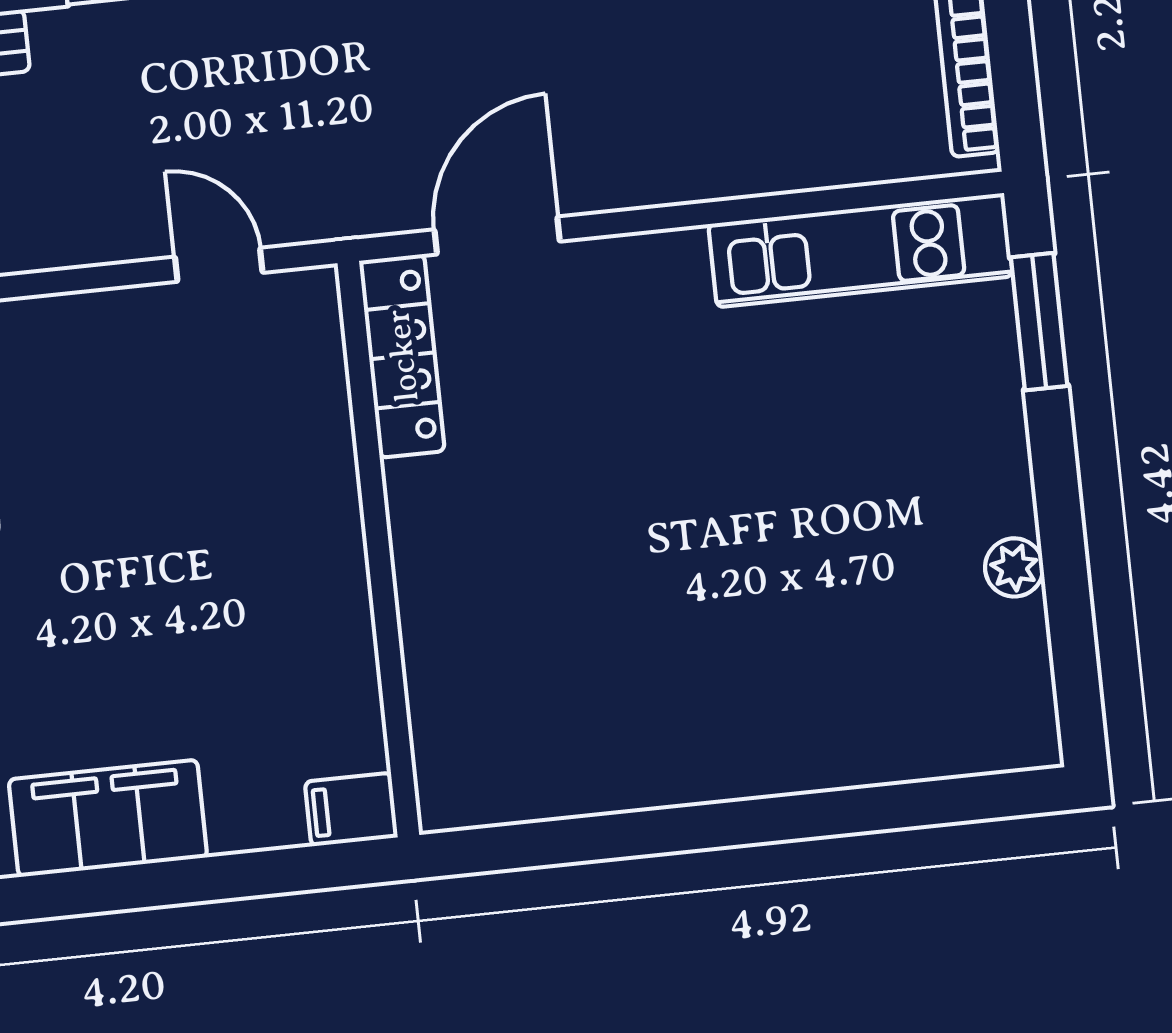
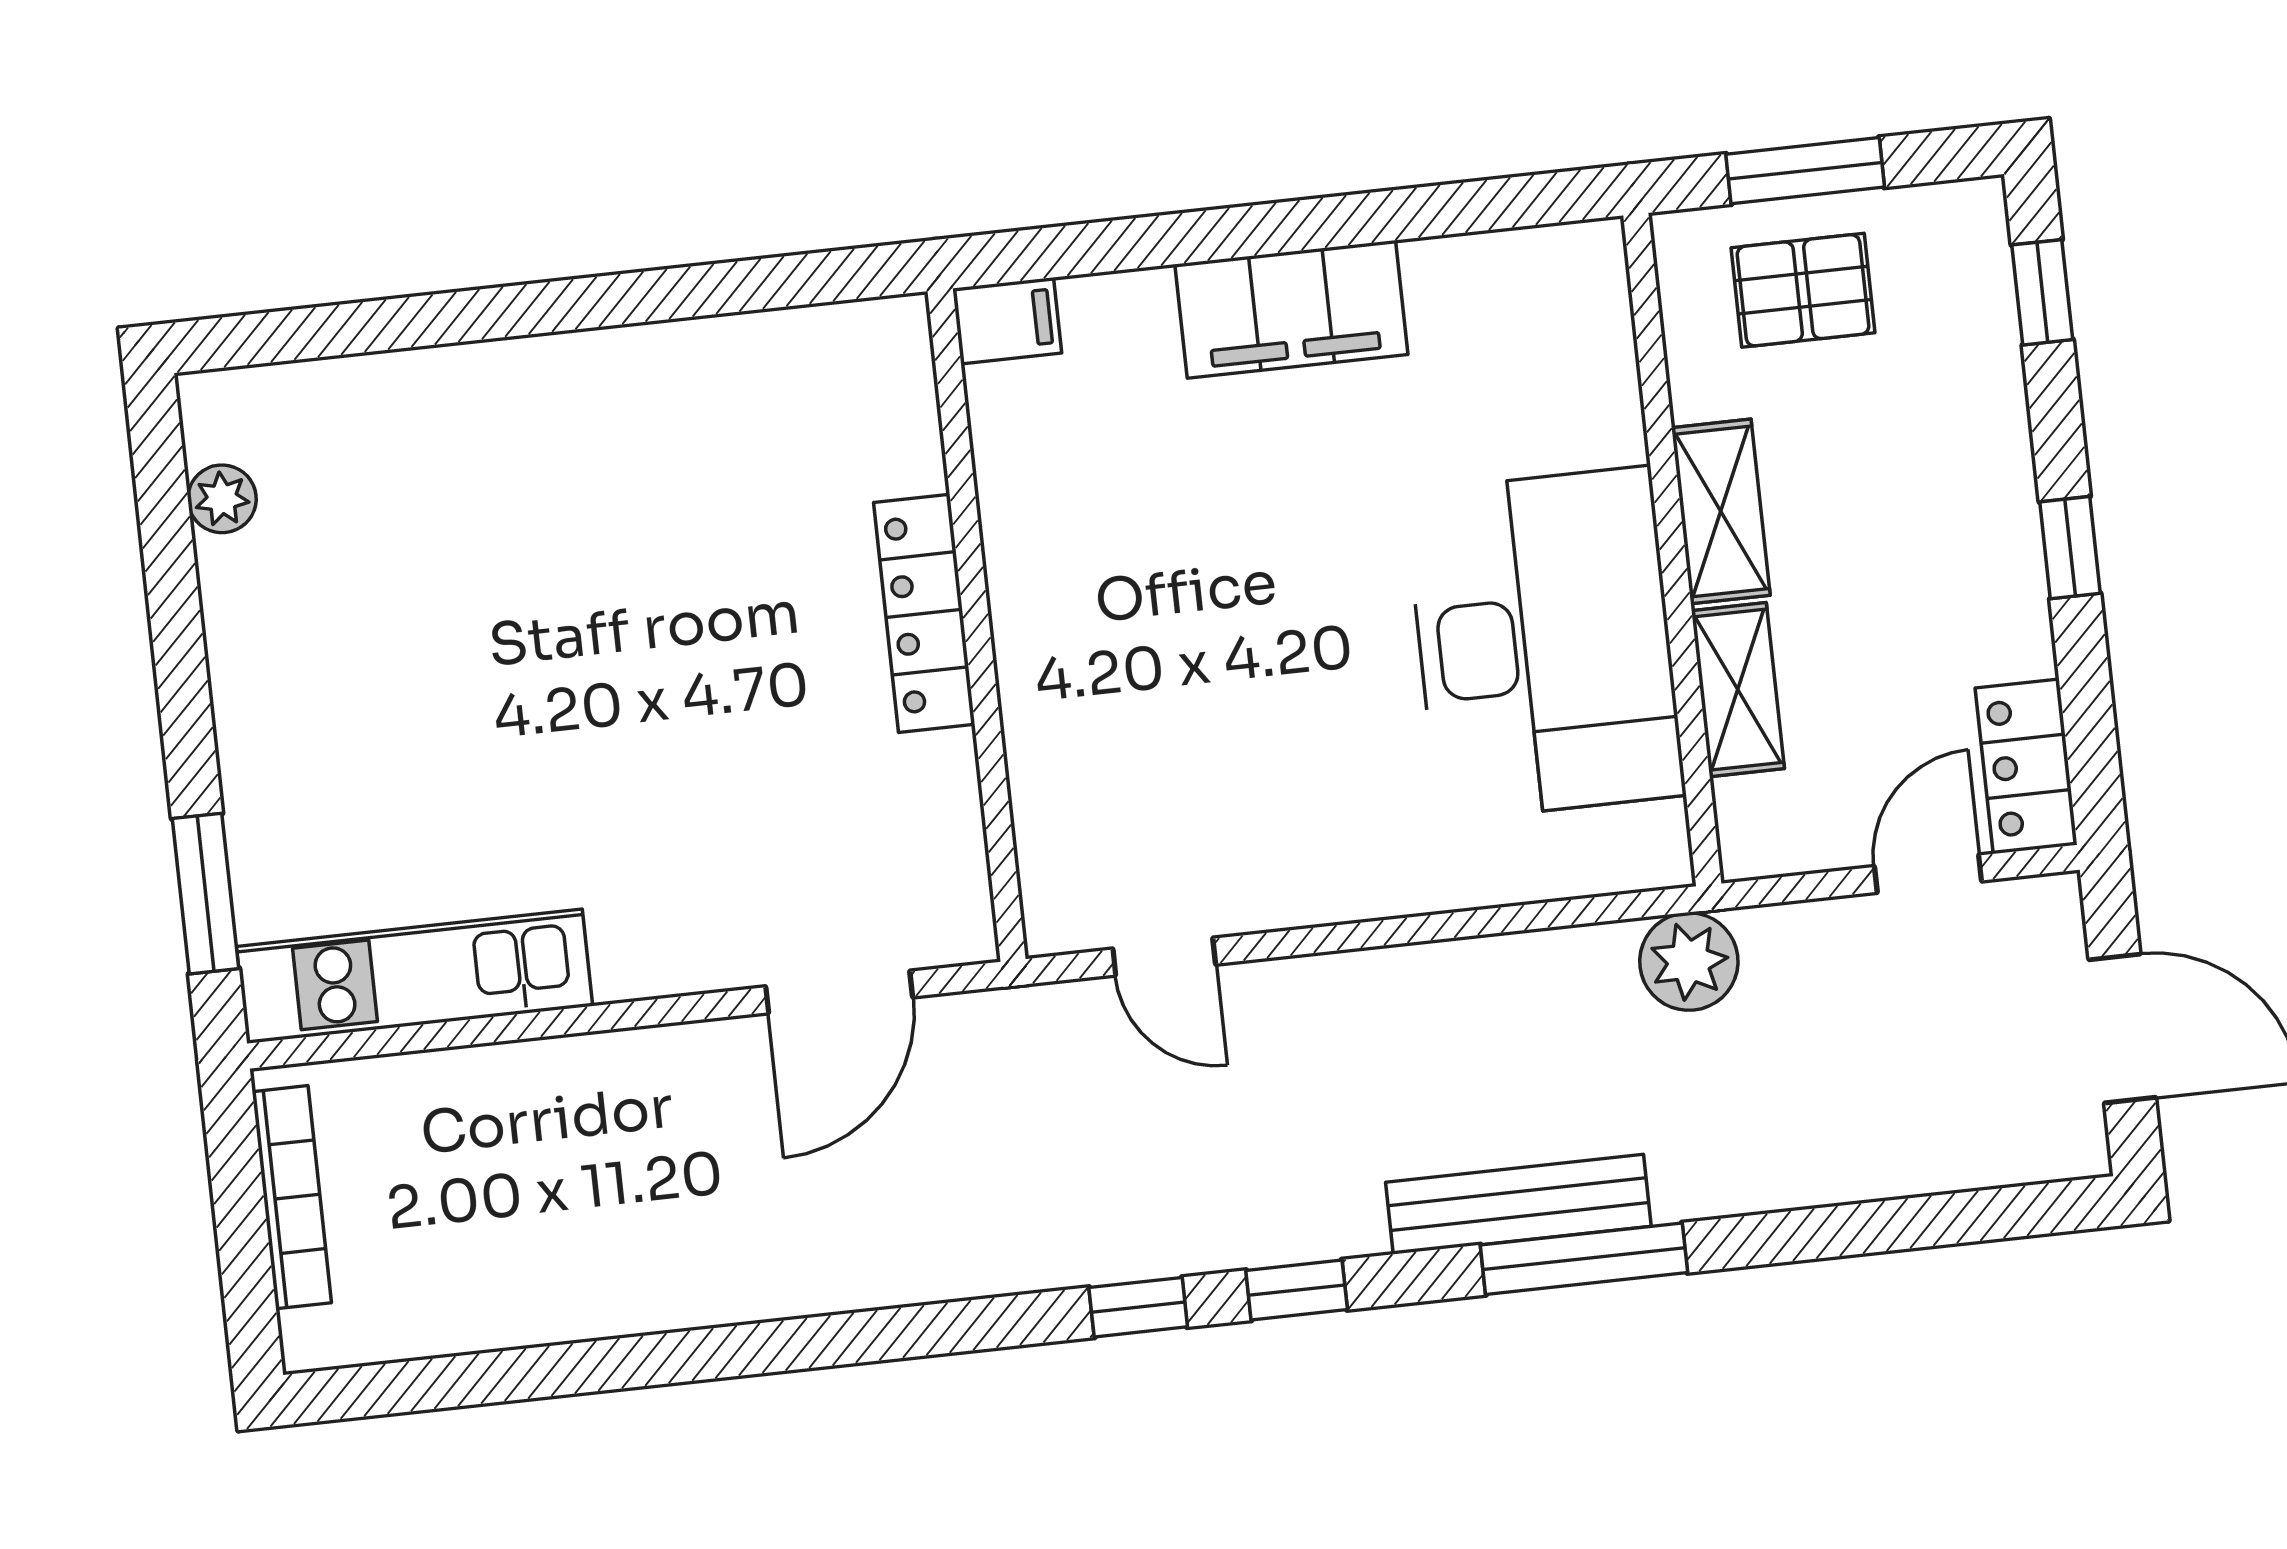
locker: (402, 356) -> (924, 613), moved
plant: (1014, 567) -> (222, 499), moved

